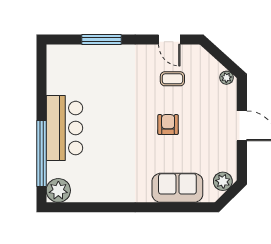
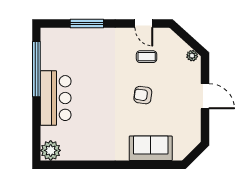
armchair: (168, 125) -> (143, 95), turned -82
window: (41, 153) -> (36, 69), moved
plant: (223, 181) -> (189, 143), removed

